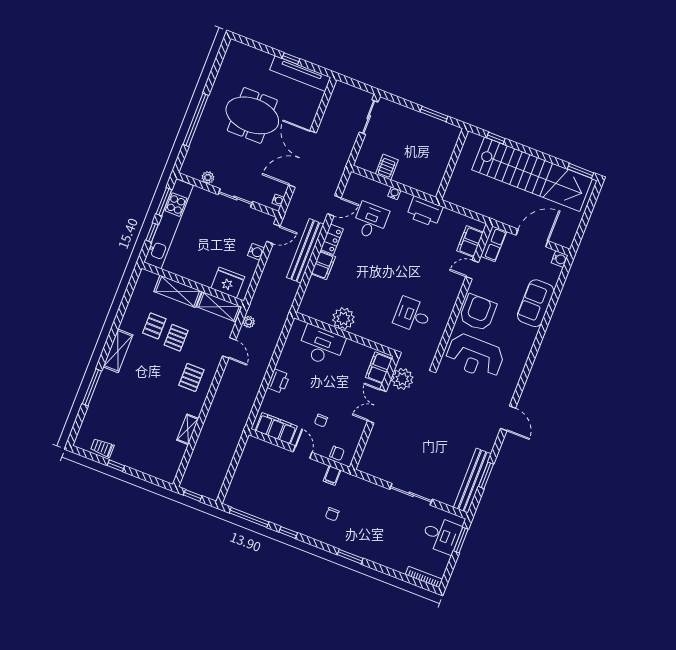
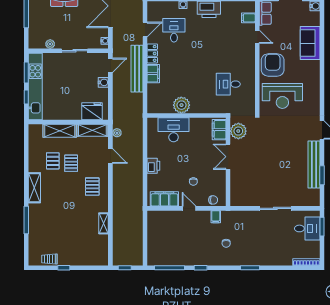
filing cabinet: (470, 241) -> (248, 18), width x0.50
door: (472, 270) -> (257, 37), swing flipped
bench: (472, 481) -> (314, 165), moved

